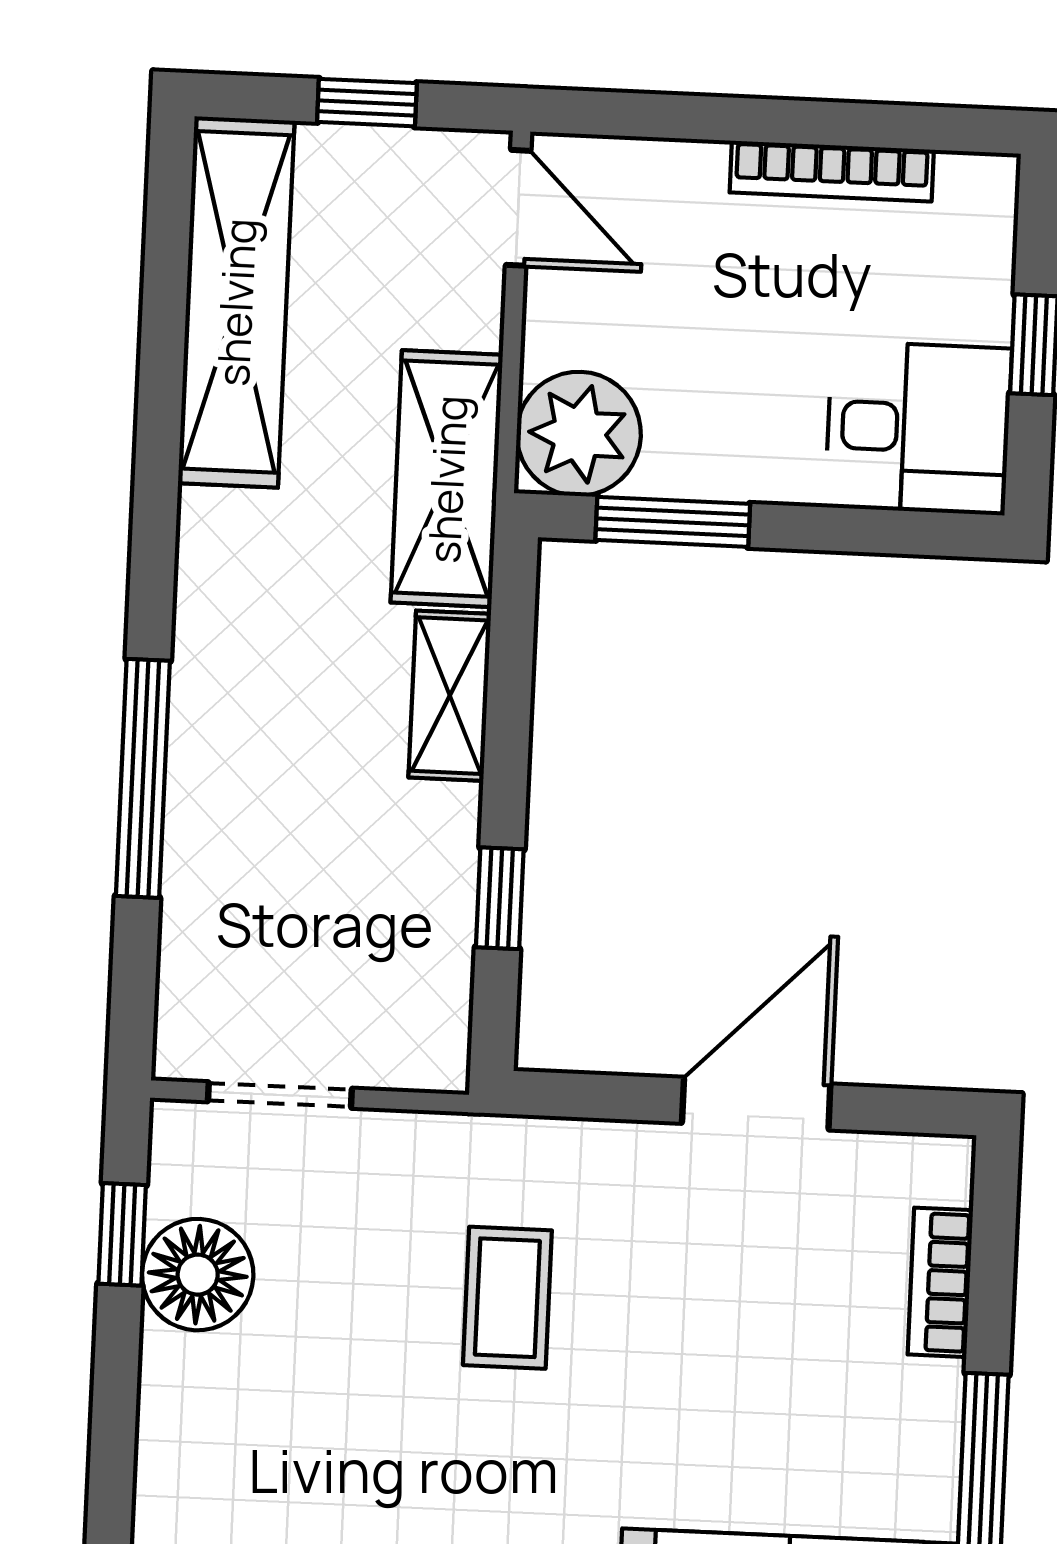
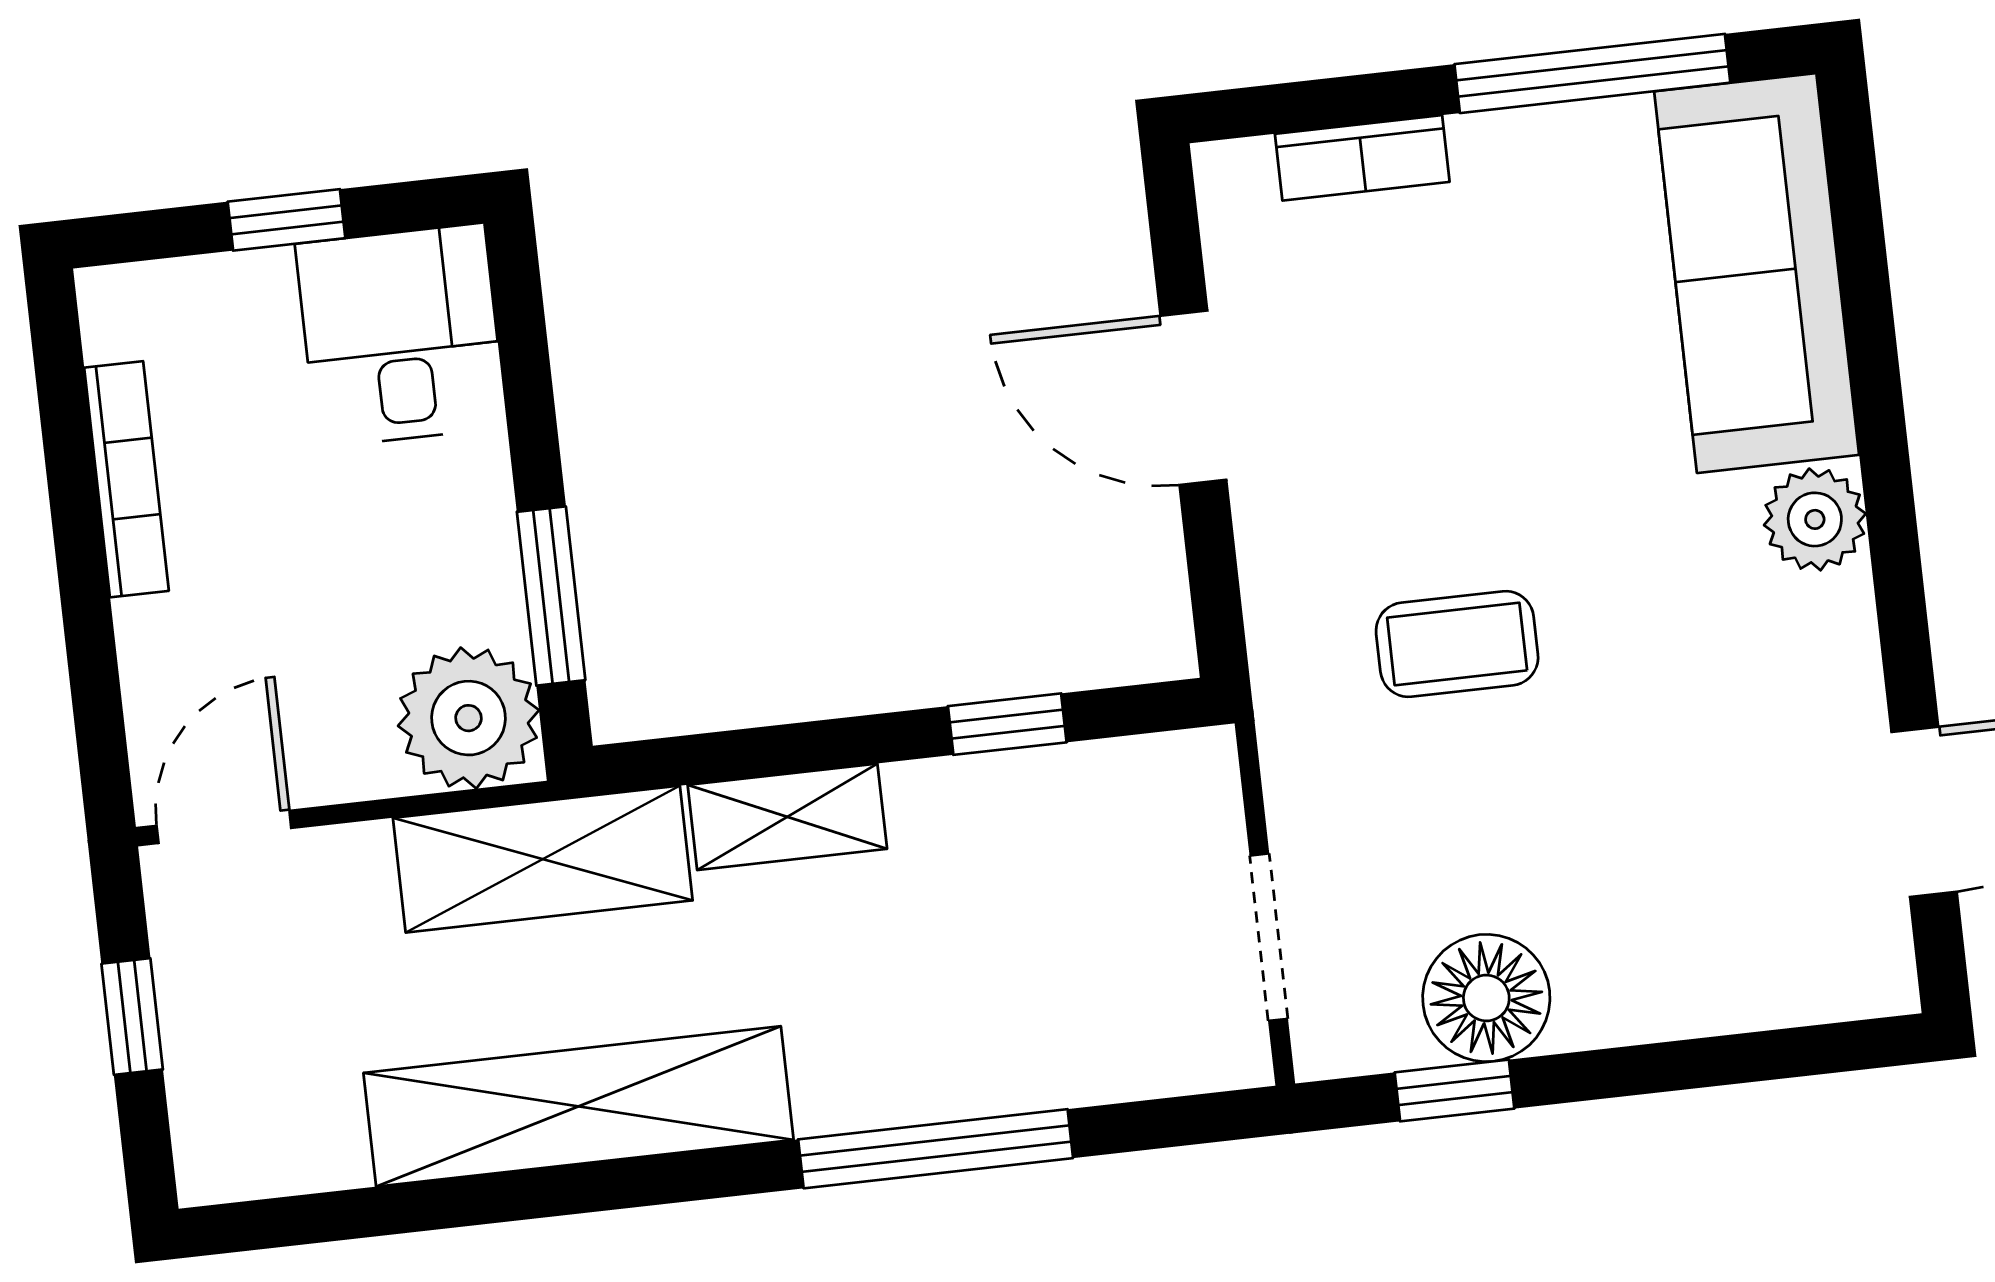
shelving: (236, 302) -> (579, 1106), moved

